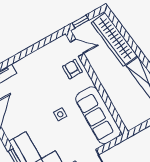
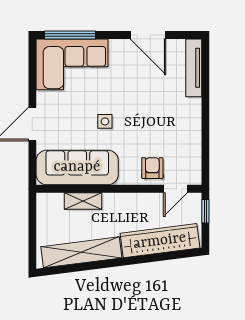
armchair: (72, 69) -> (152, 168), turned -90
shelving: (117, 100) -> (83, 201), added

